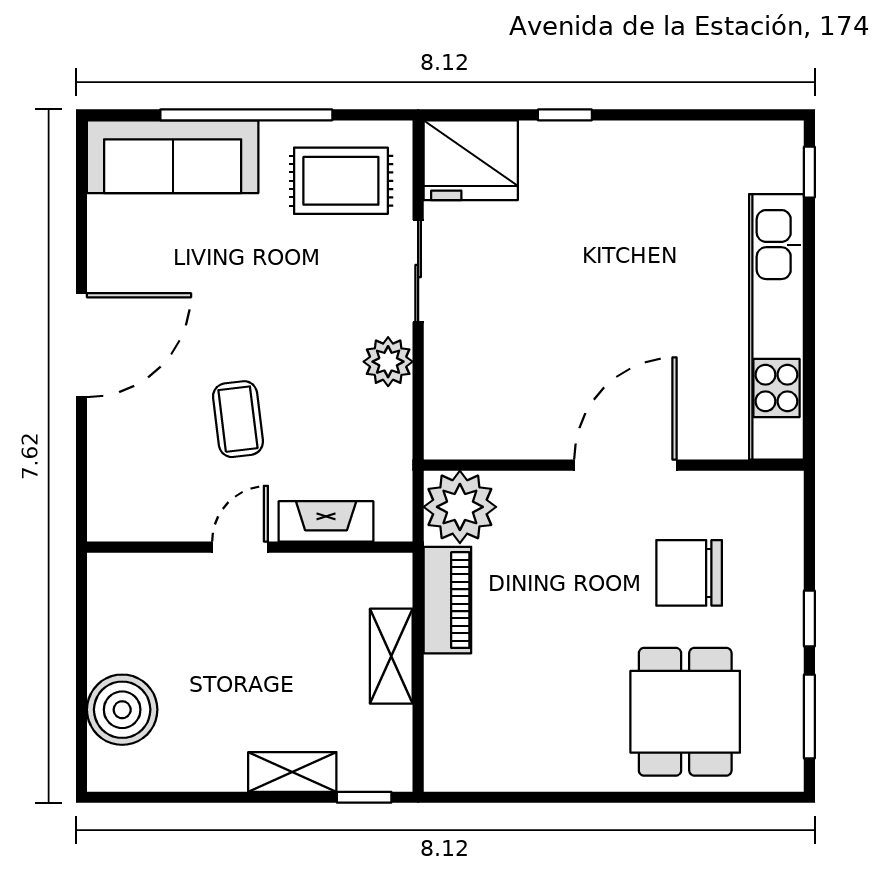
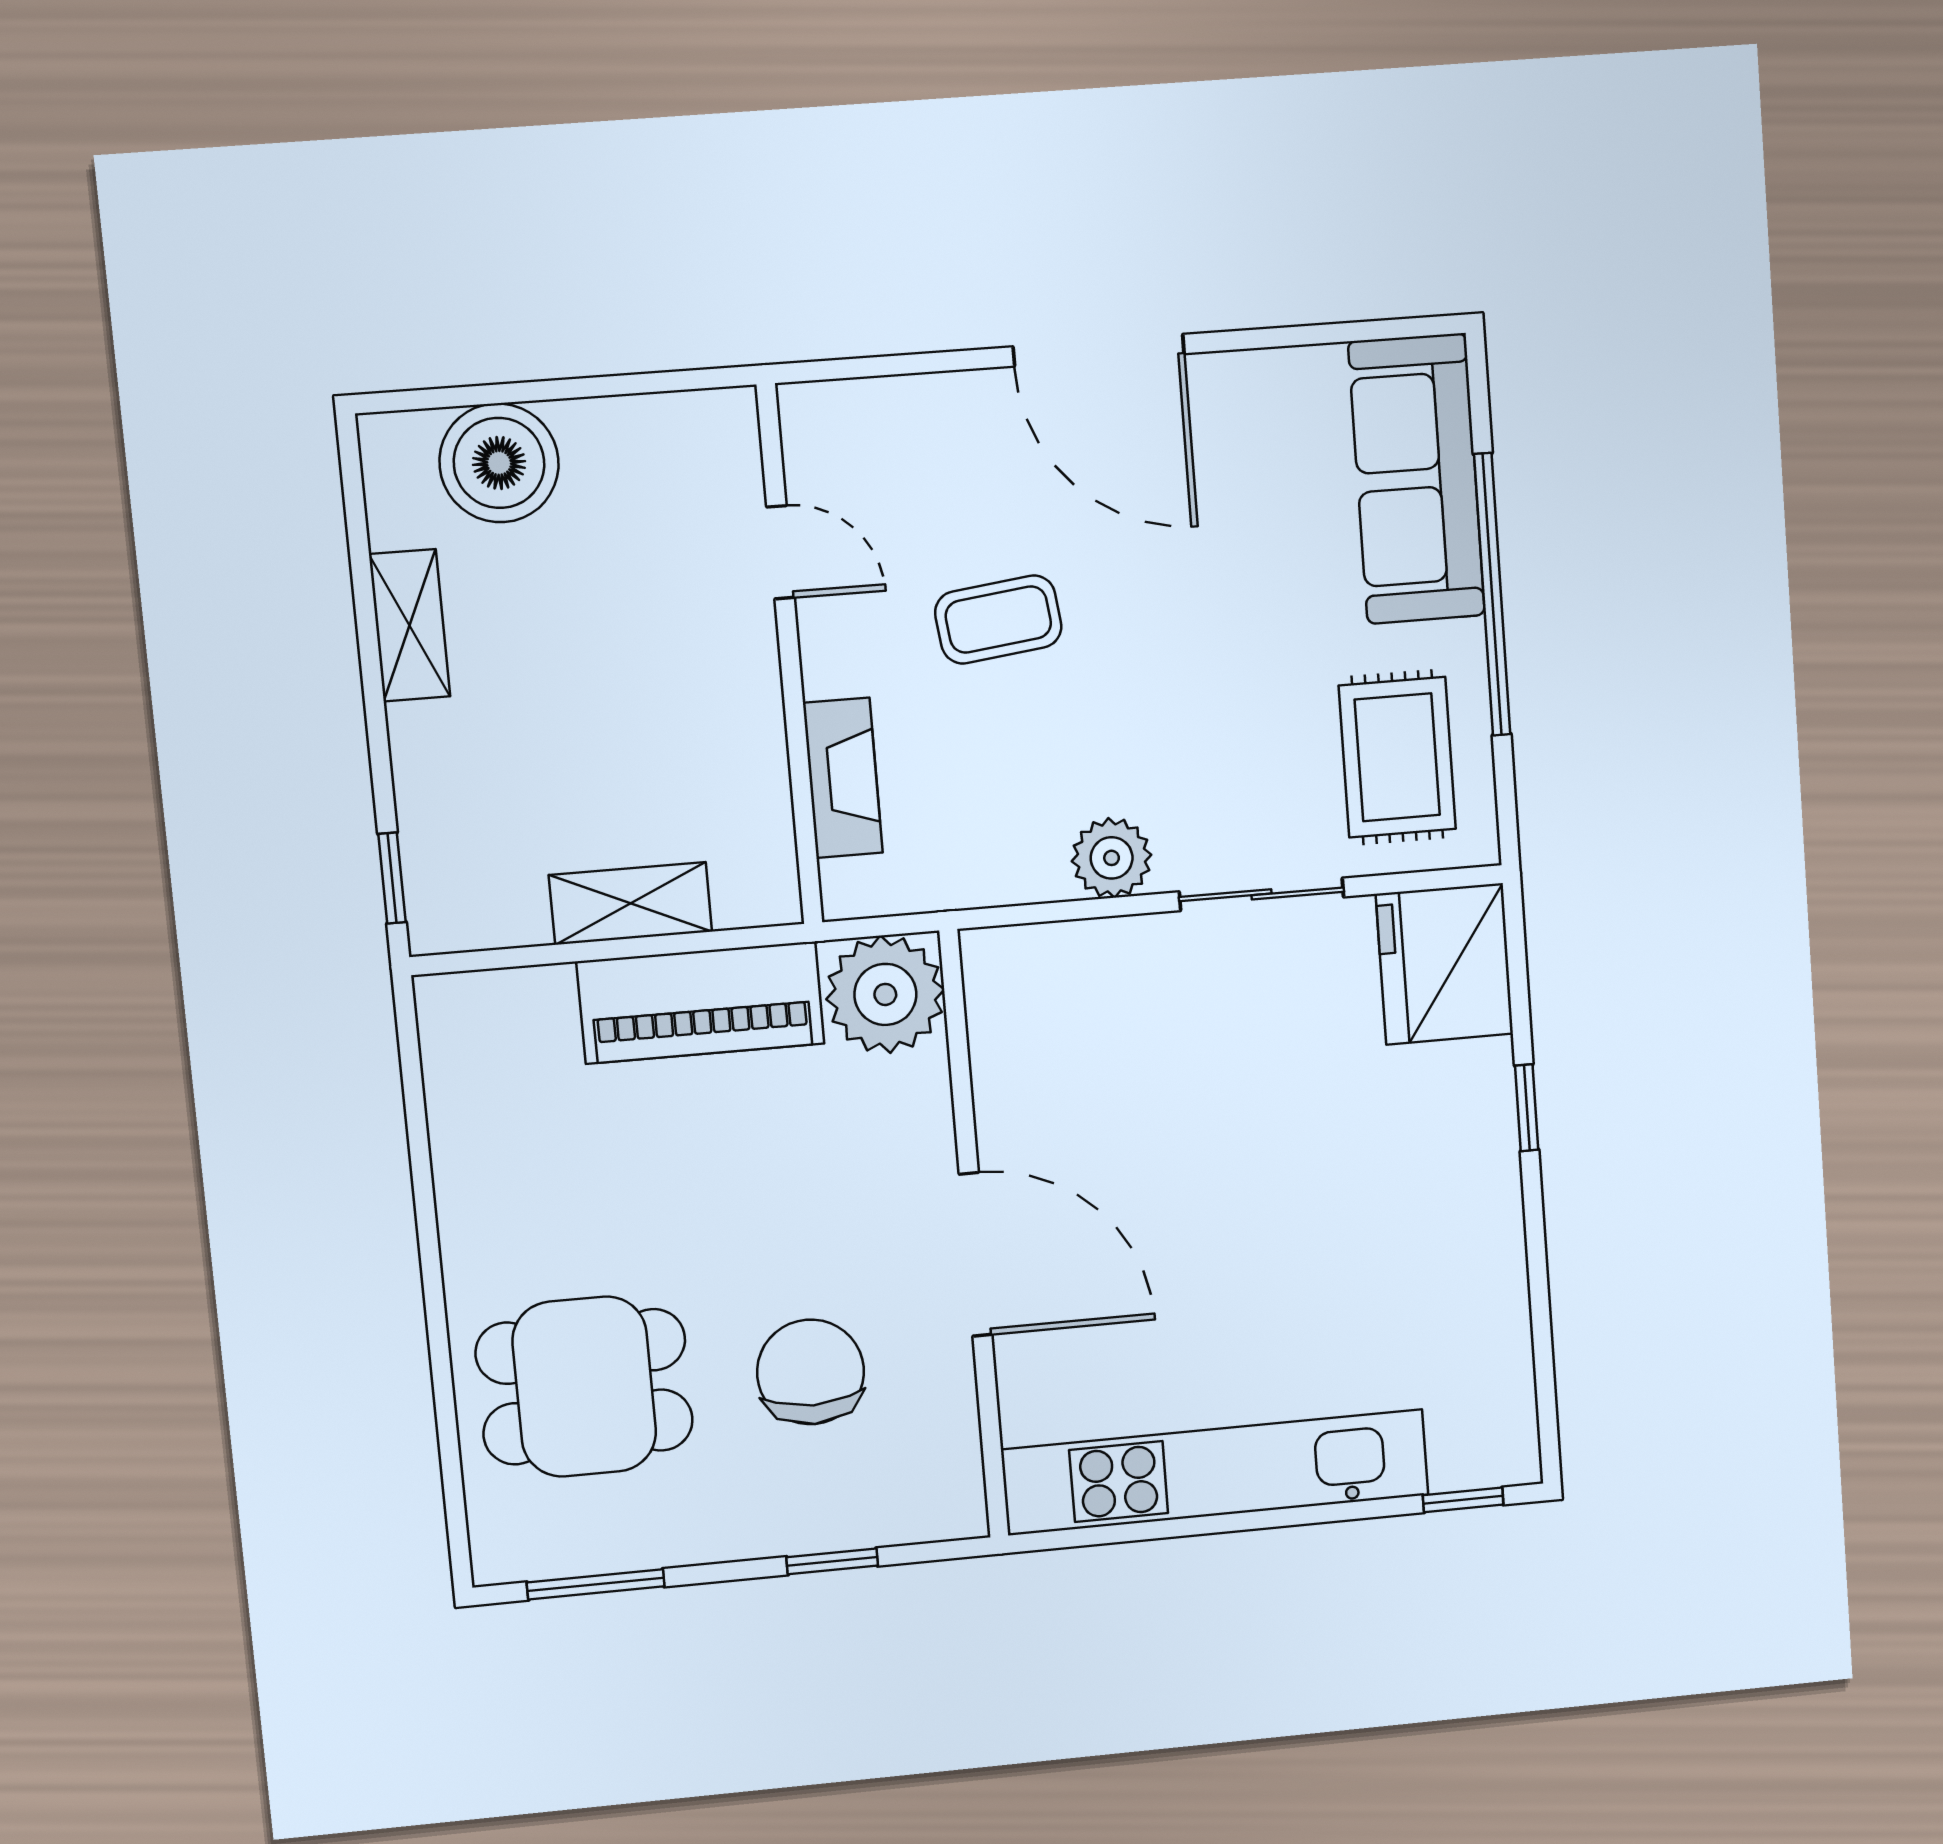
door: (240, 547) -> (781, 552), moved
piano: (447, 600) -> (701, 1003), width x1.37, depth x1.33
window: (809, 618) -> (832, 1561), moved
shelving: (292, 772) -> (410, 625), moved

